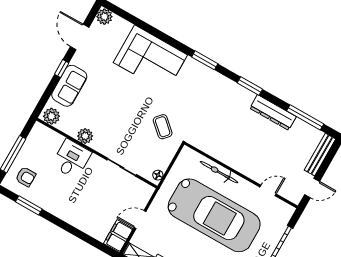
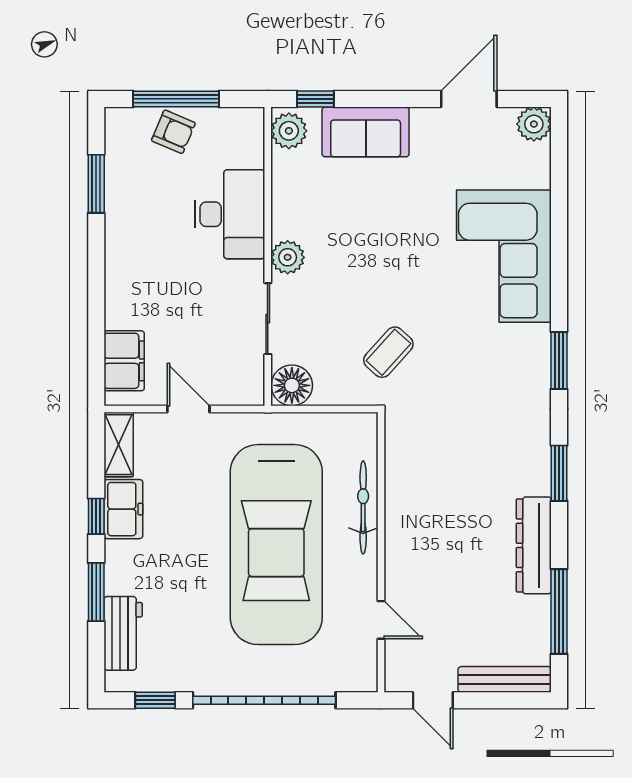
window: (62, 69) -> (315, 99), moved
plant: (85, 136) -> (288, 257), moved
desk: (71, 159) -> (230, 214), width x1.37
floor lamp: (158, 175) -> (292, 385), width x1.89, depth x1.89
armchair: (26, 177) -> (173, 132), moved, turned -67
filing cabinet: (118, 236) -> (124, 361), moved, turned 90

